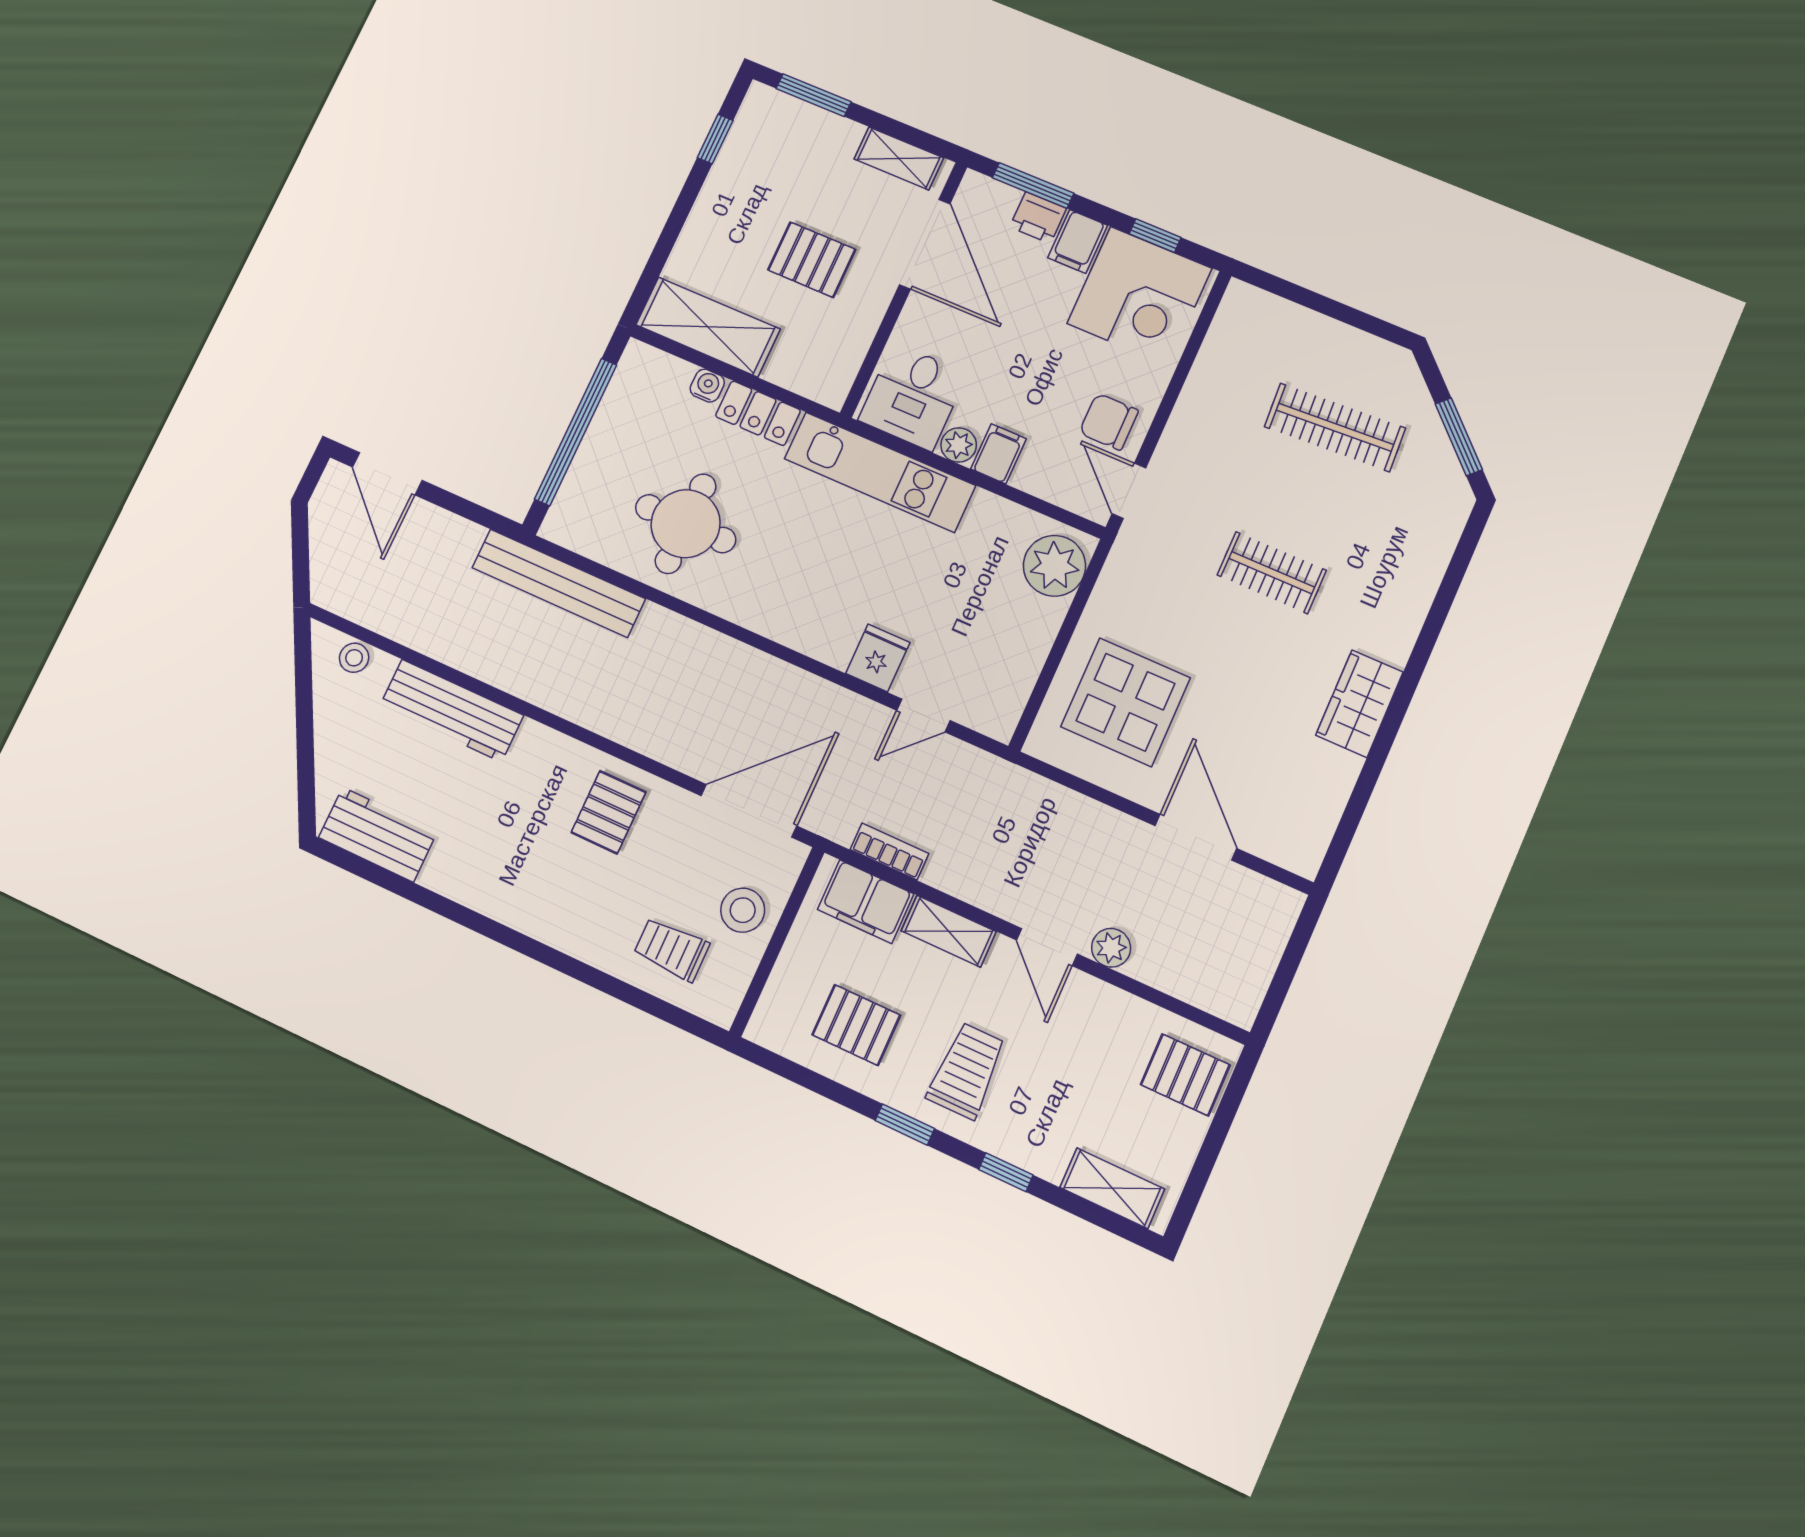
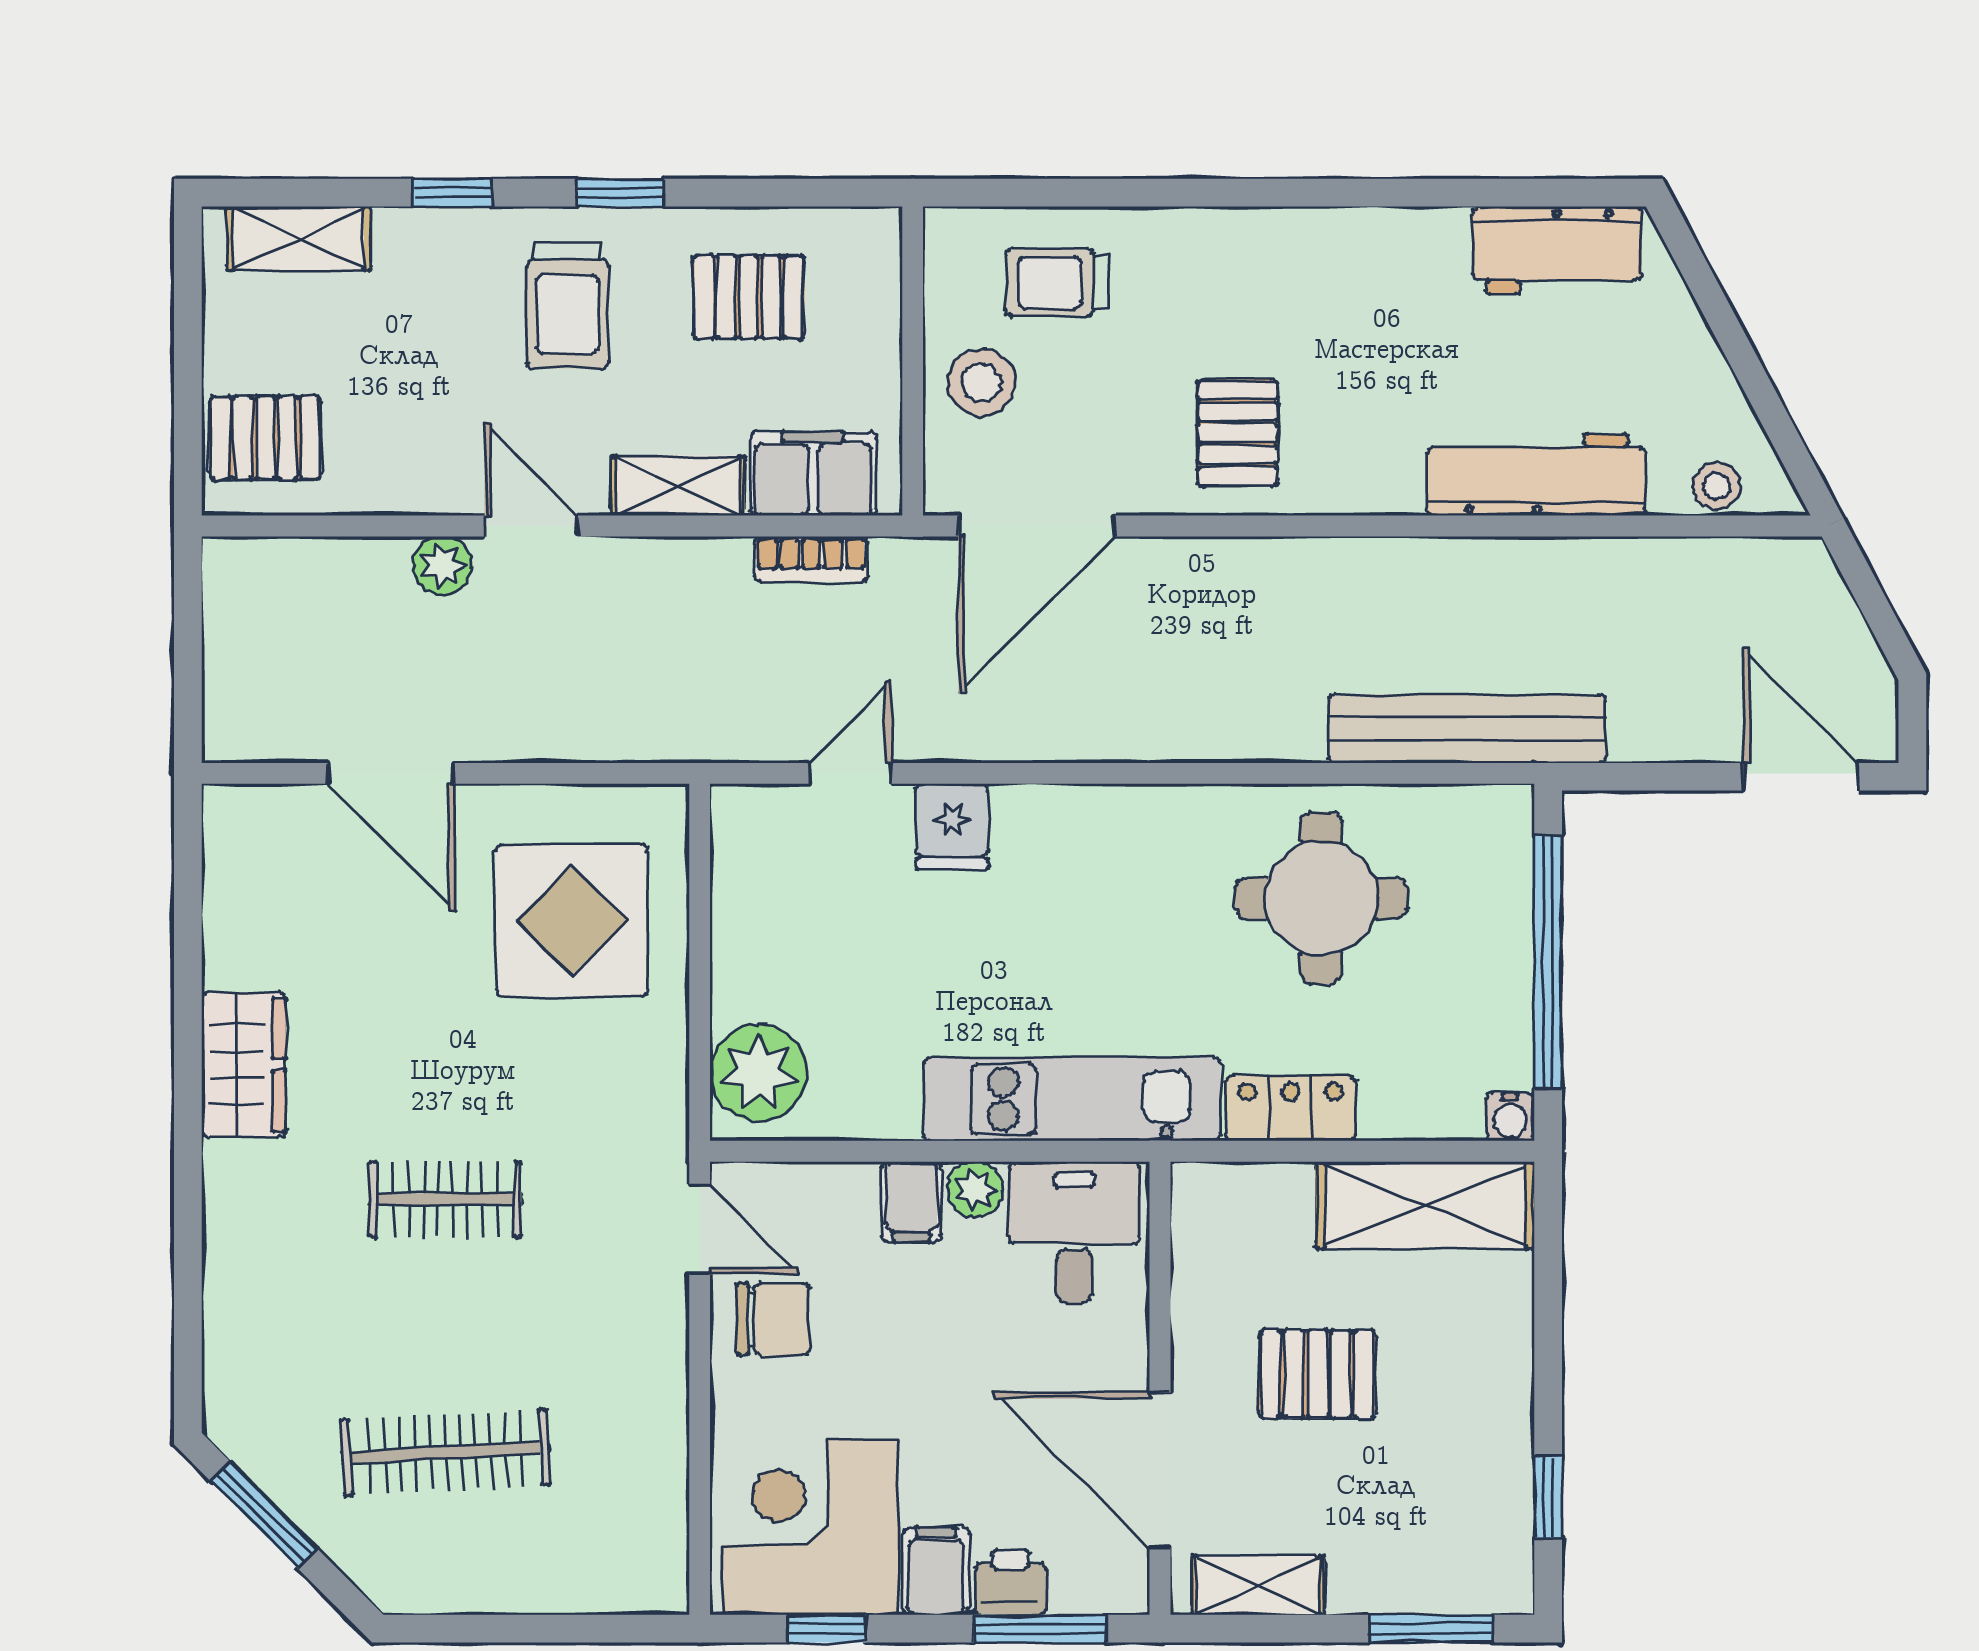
water cooler: (707, 386) -> (1510, 1117), moved
trolley: (672, 949) -> (1057, 282), turned 180

